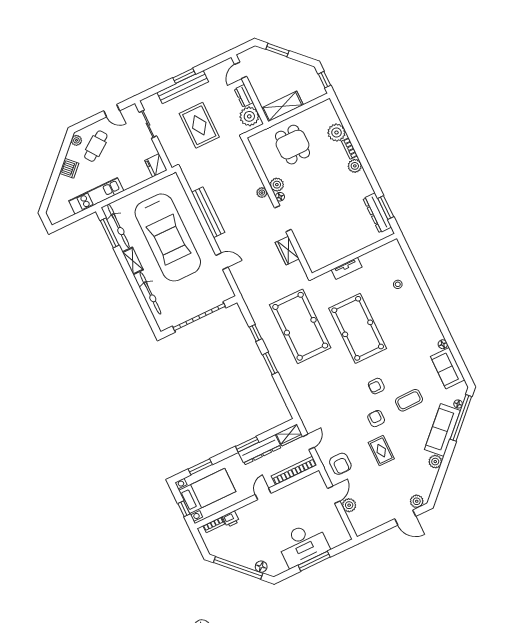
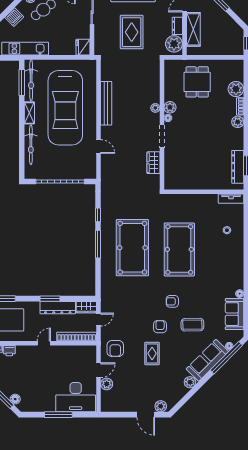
shelving: (282, 106) -> (193, 29), moved, turned 90
tv unit: (347, 268) -> (231, 199), moved
pool table: (300, 326) -> (132, 248), moved
window: (270, 363) -> (98, 244), width x1.44
desk: (303, 544) -> (76, 397), moved

